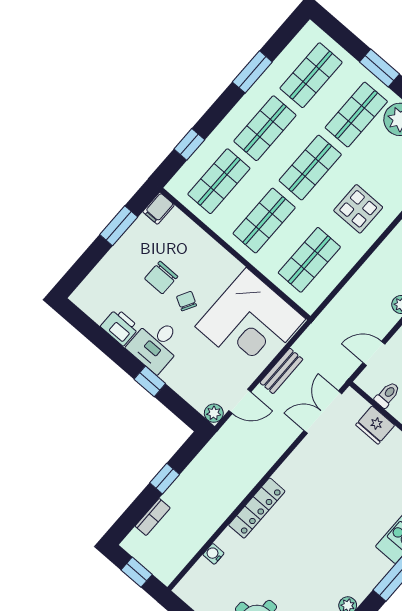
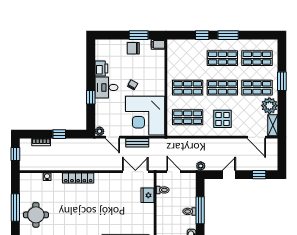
window: (252, 72) -> (228, 35), moved
window: (189, 144) -> (202, 35), moved
shop shelf: (219, 181) -> (188, 58), removed
chair: (161, 278) -> (133, 48), moved

